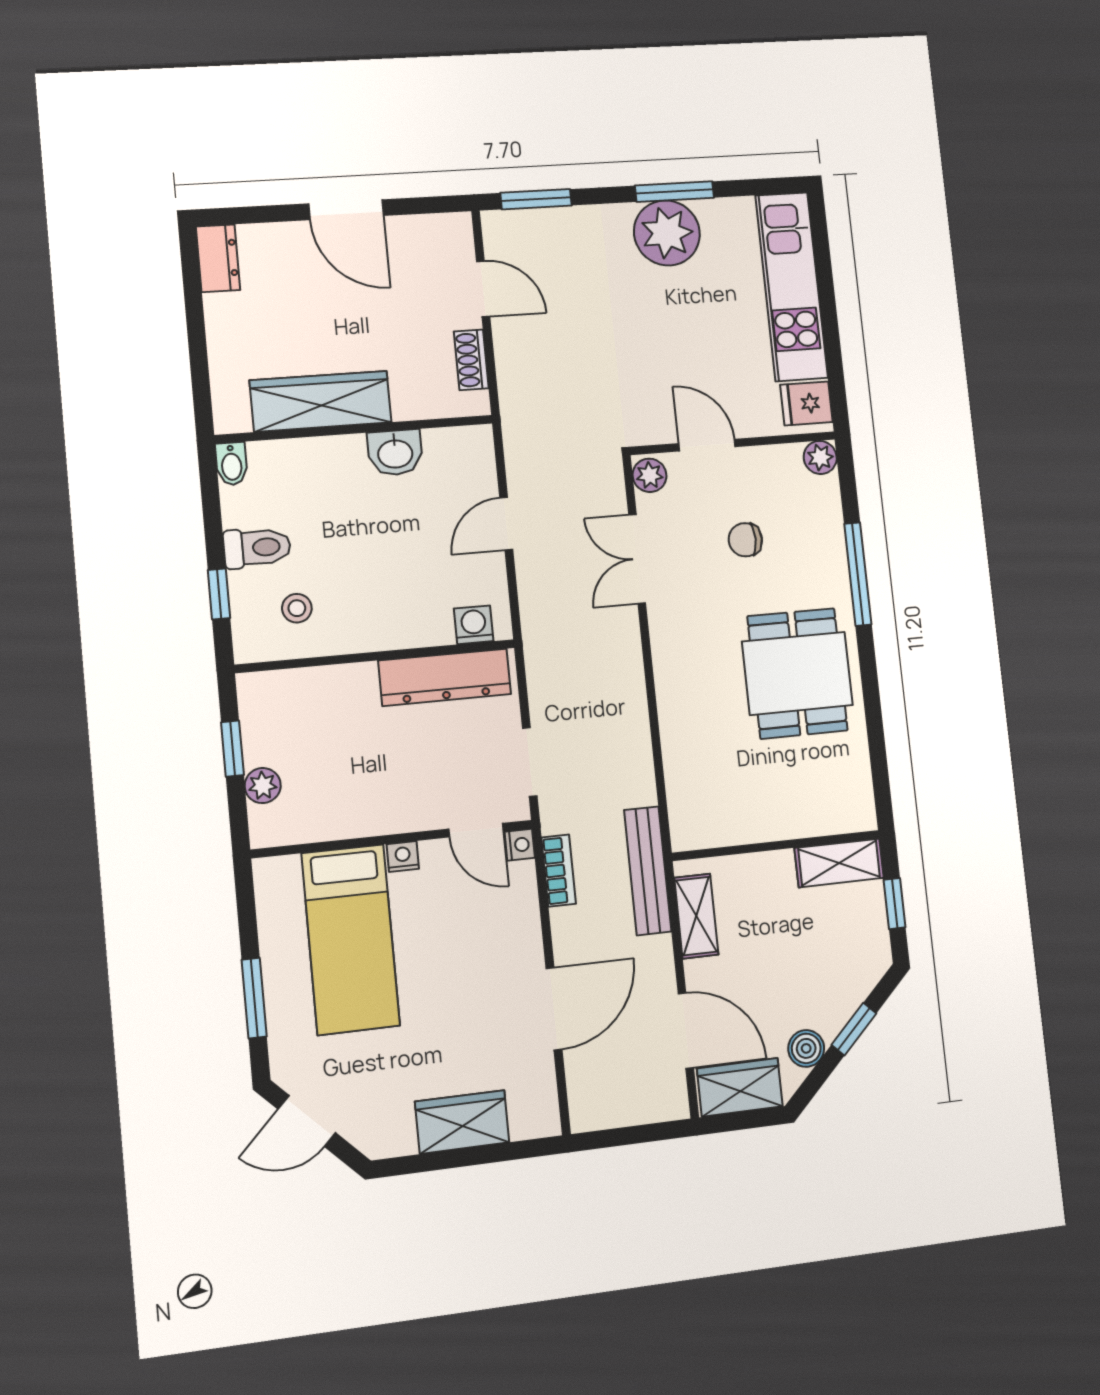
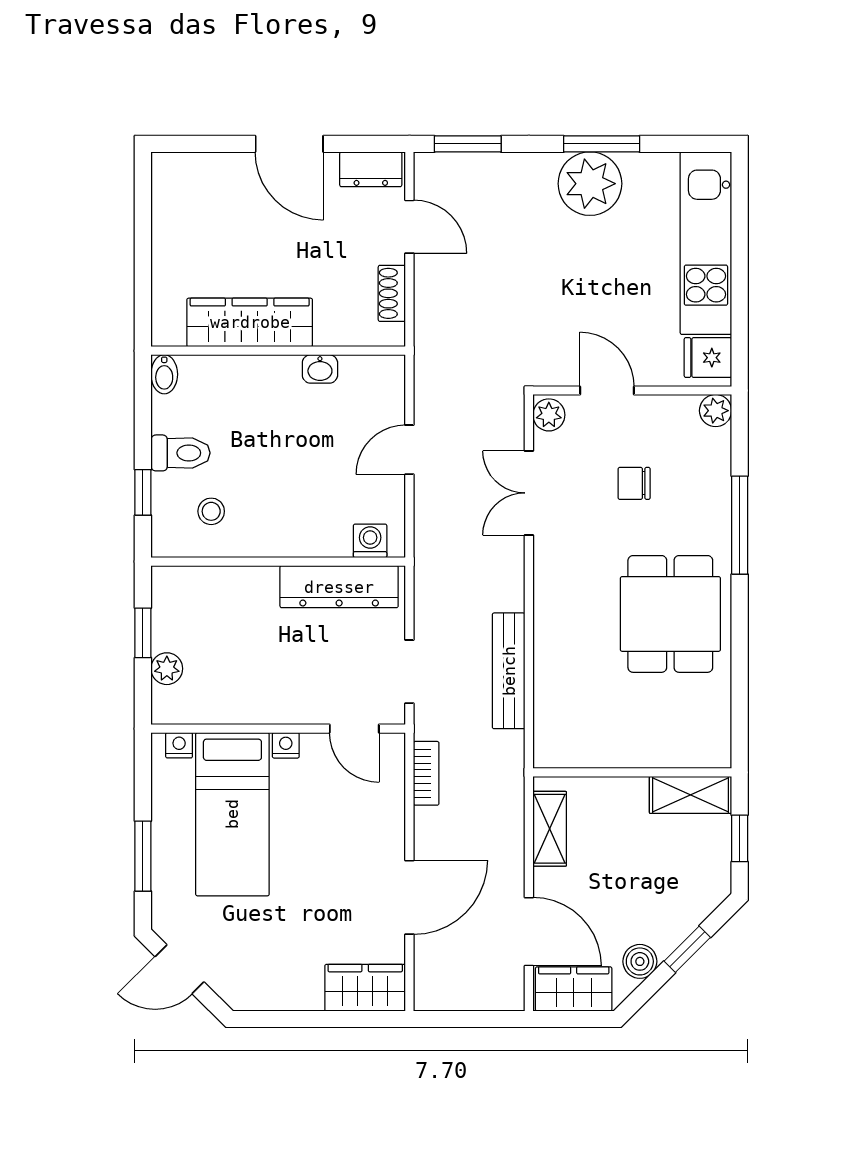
dresser: (218, 258) -> (371, 169), moved, turned 90
washbasin: (395, 453) -> (320, 369), width x0.72, depth x0.69
nightstand: (520, 845) -> (179, 745), moved, turned -90
bench: (648, 871) -> (509, 671), moved
wardrobe: (462, 1122) -> (365, 988), moved

